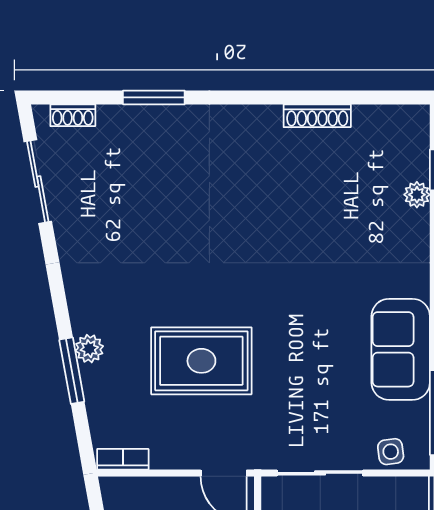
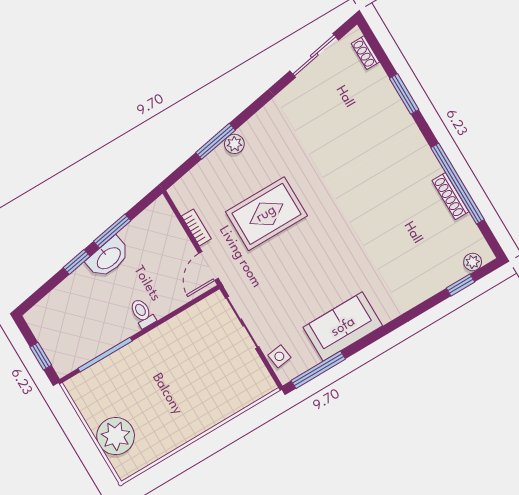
window: (307, 97) -> (458, 184), added
plant: (417, 195) -> (473, 262), moved
rug: (201, 361) -> (266, 214), turned 90
bookcase: (123, 459) -> (196, 227), moved

